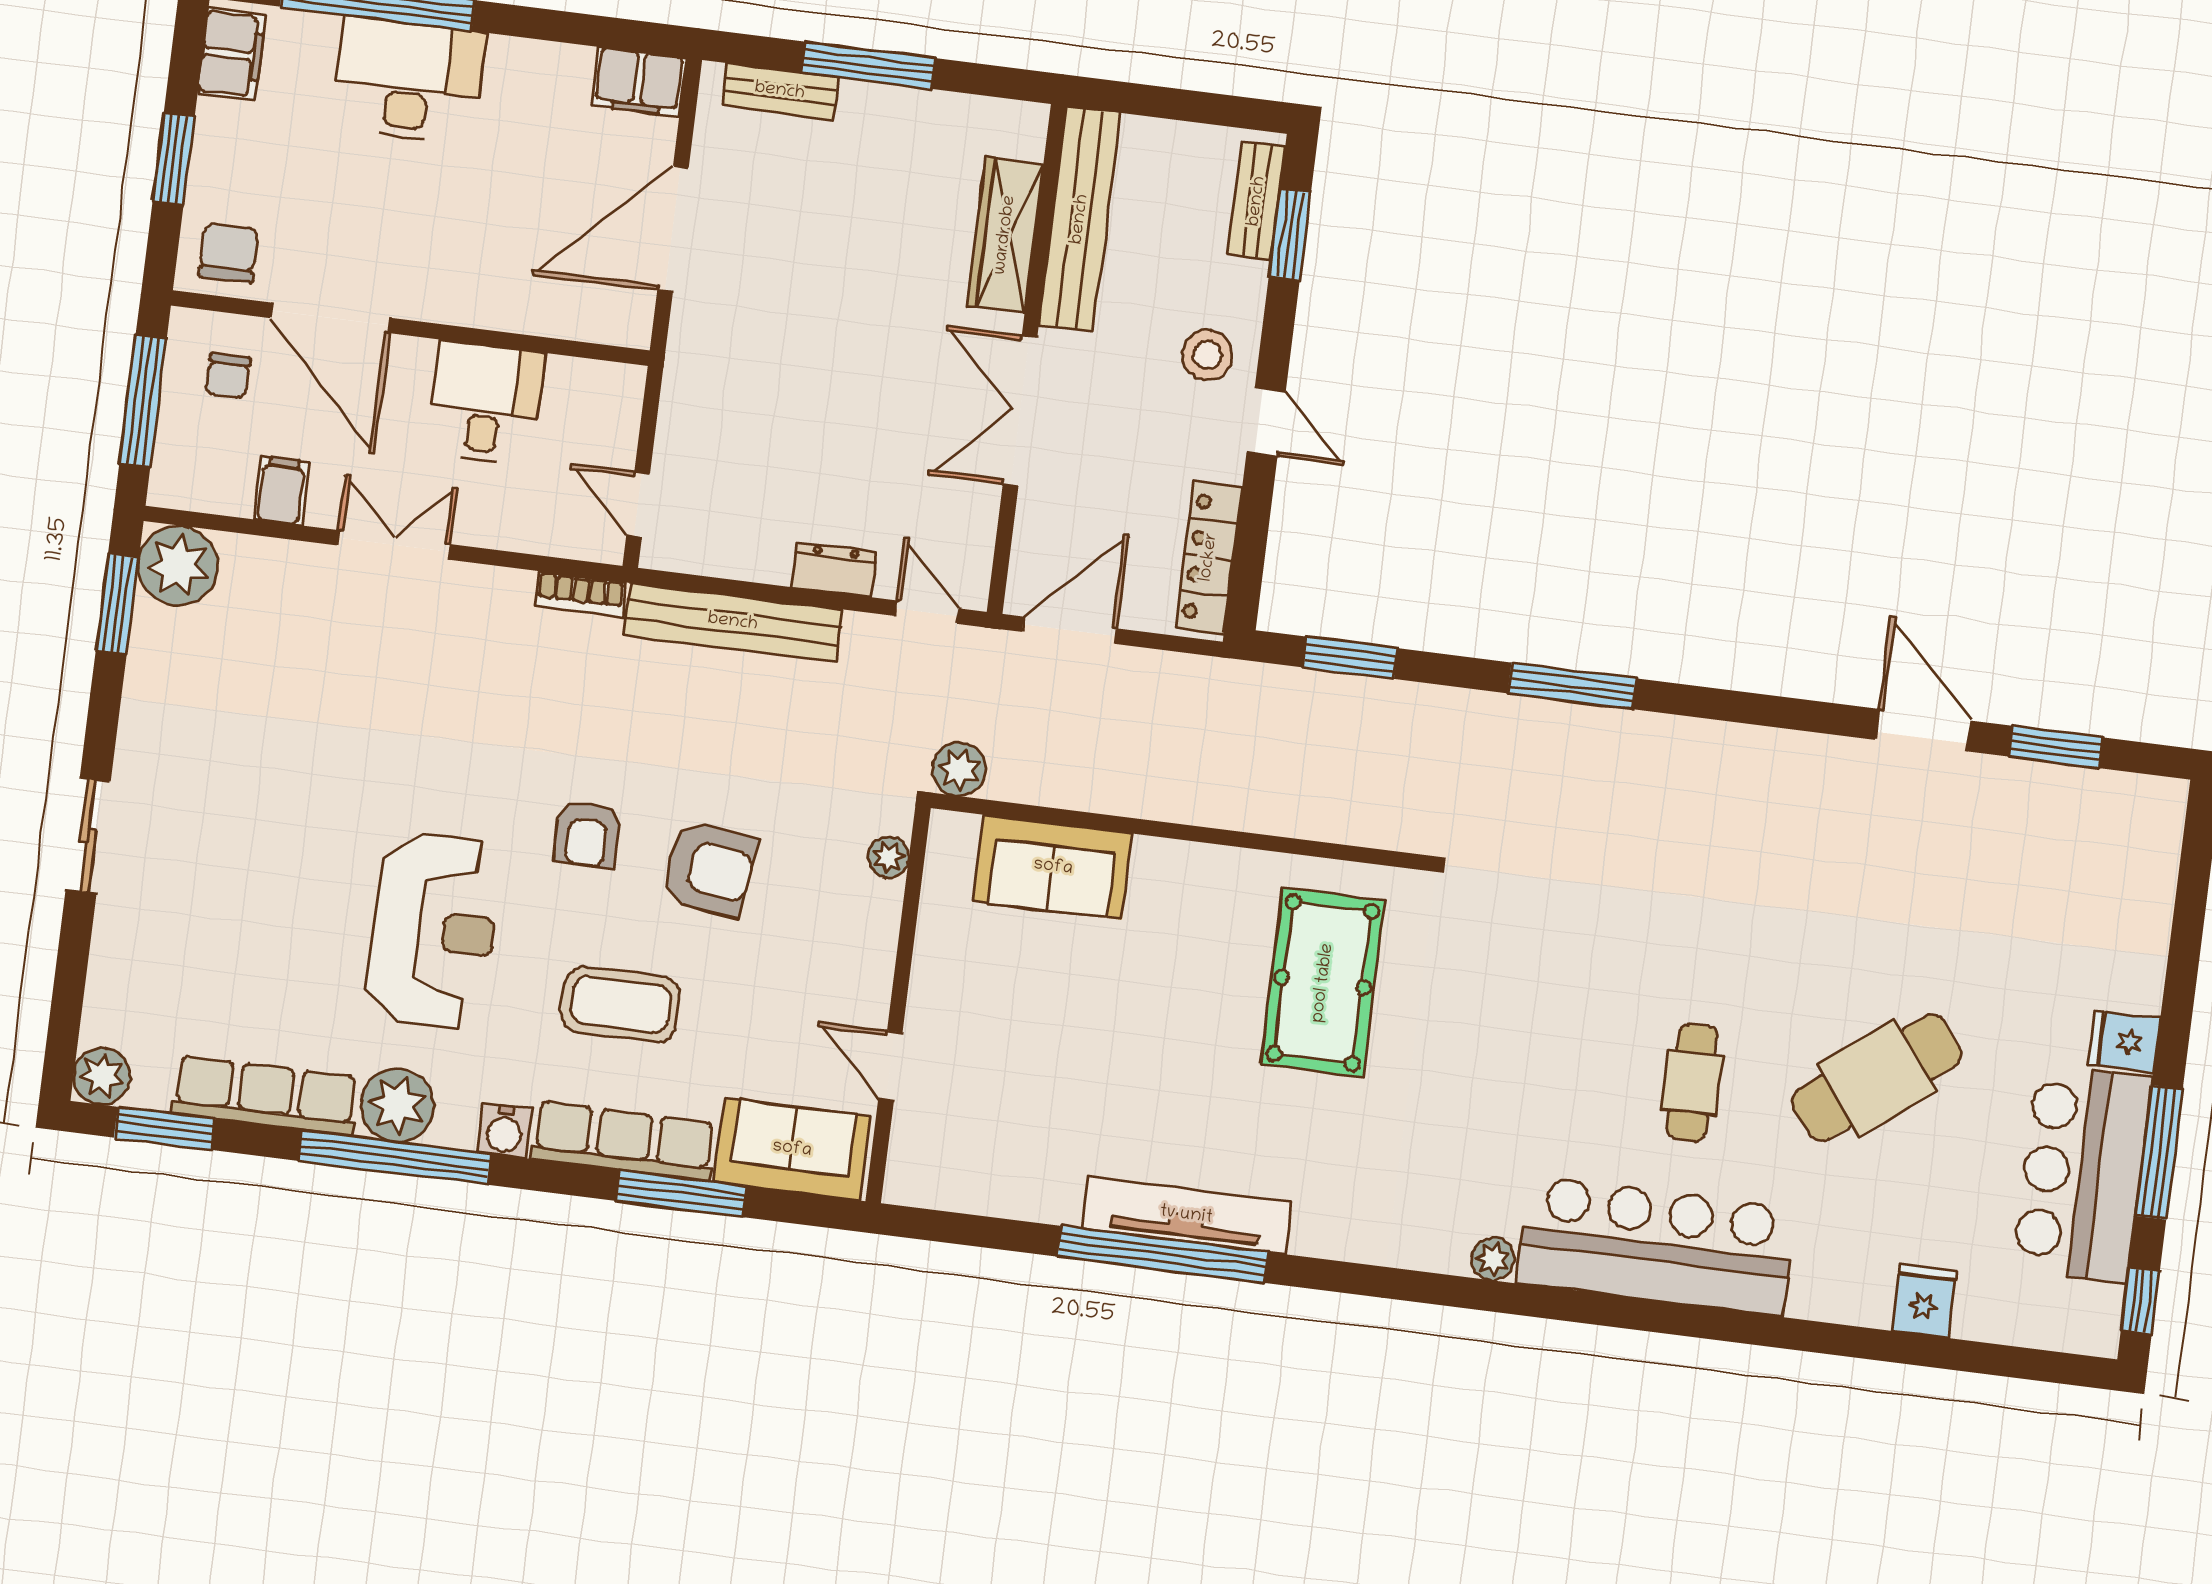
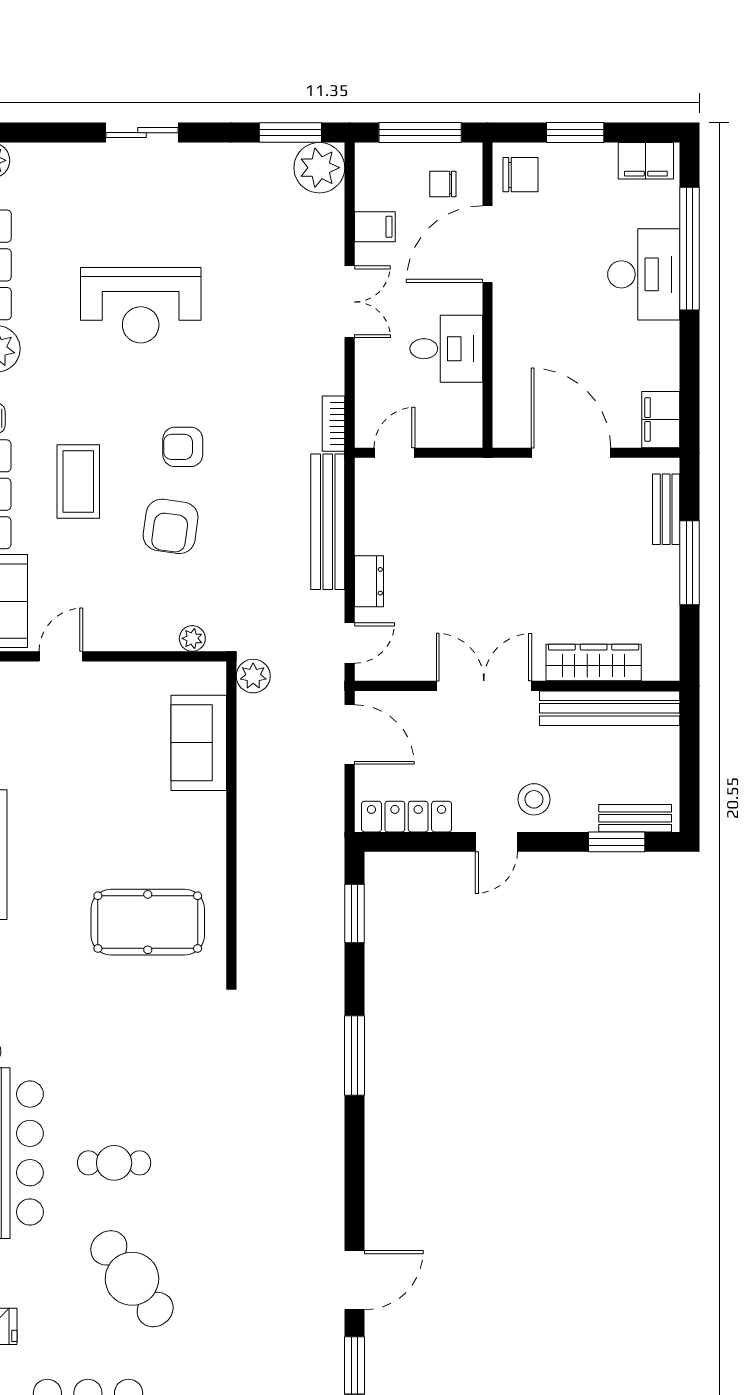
reception desk: (434, 931) -> (141, 305), moved

